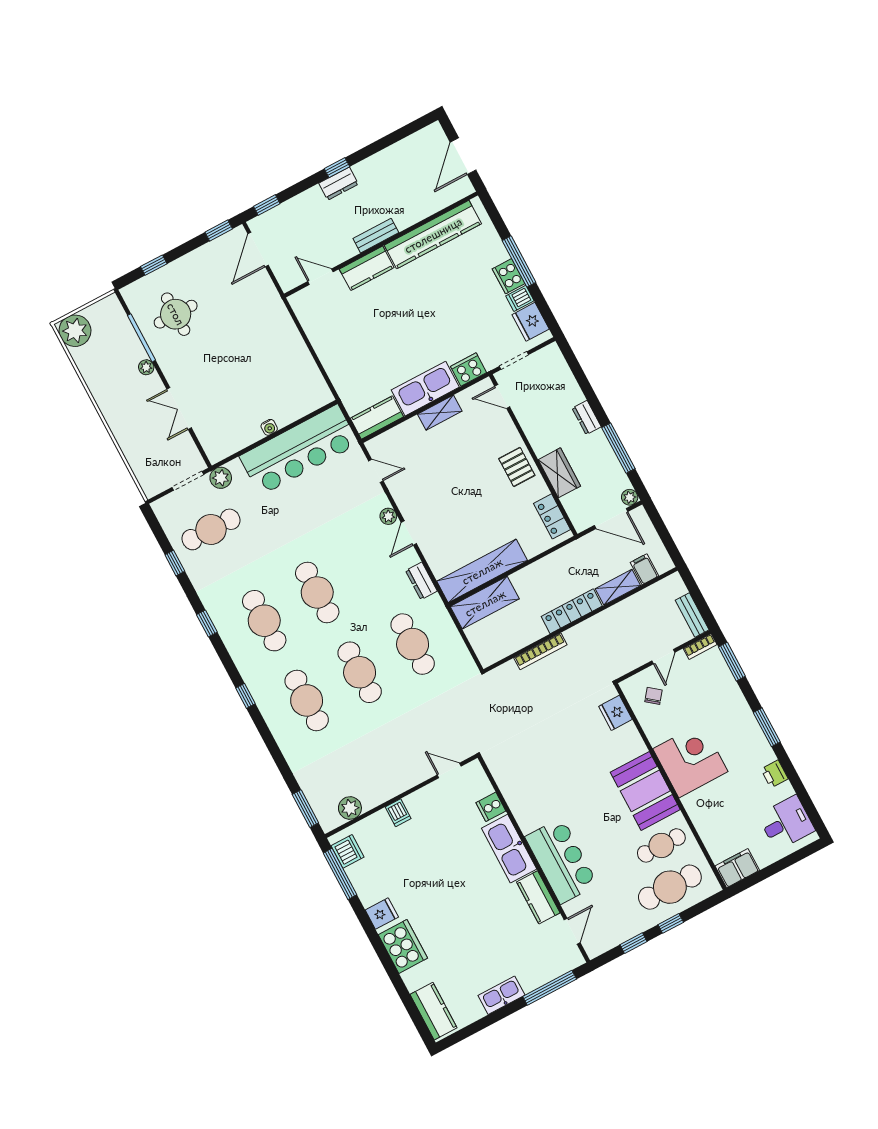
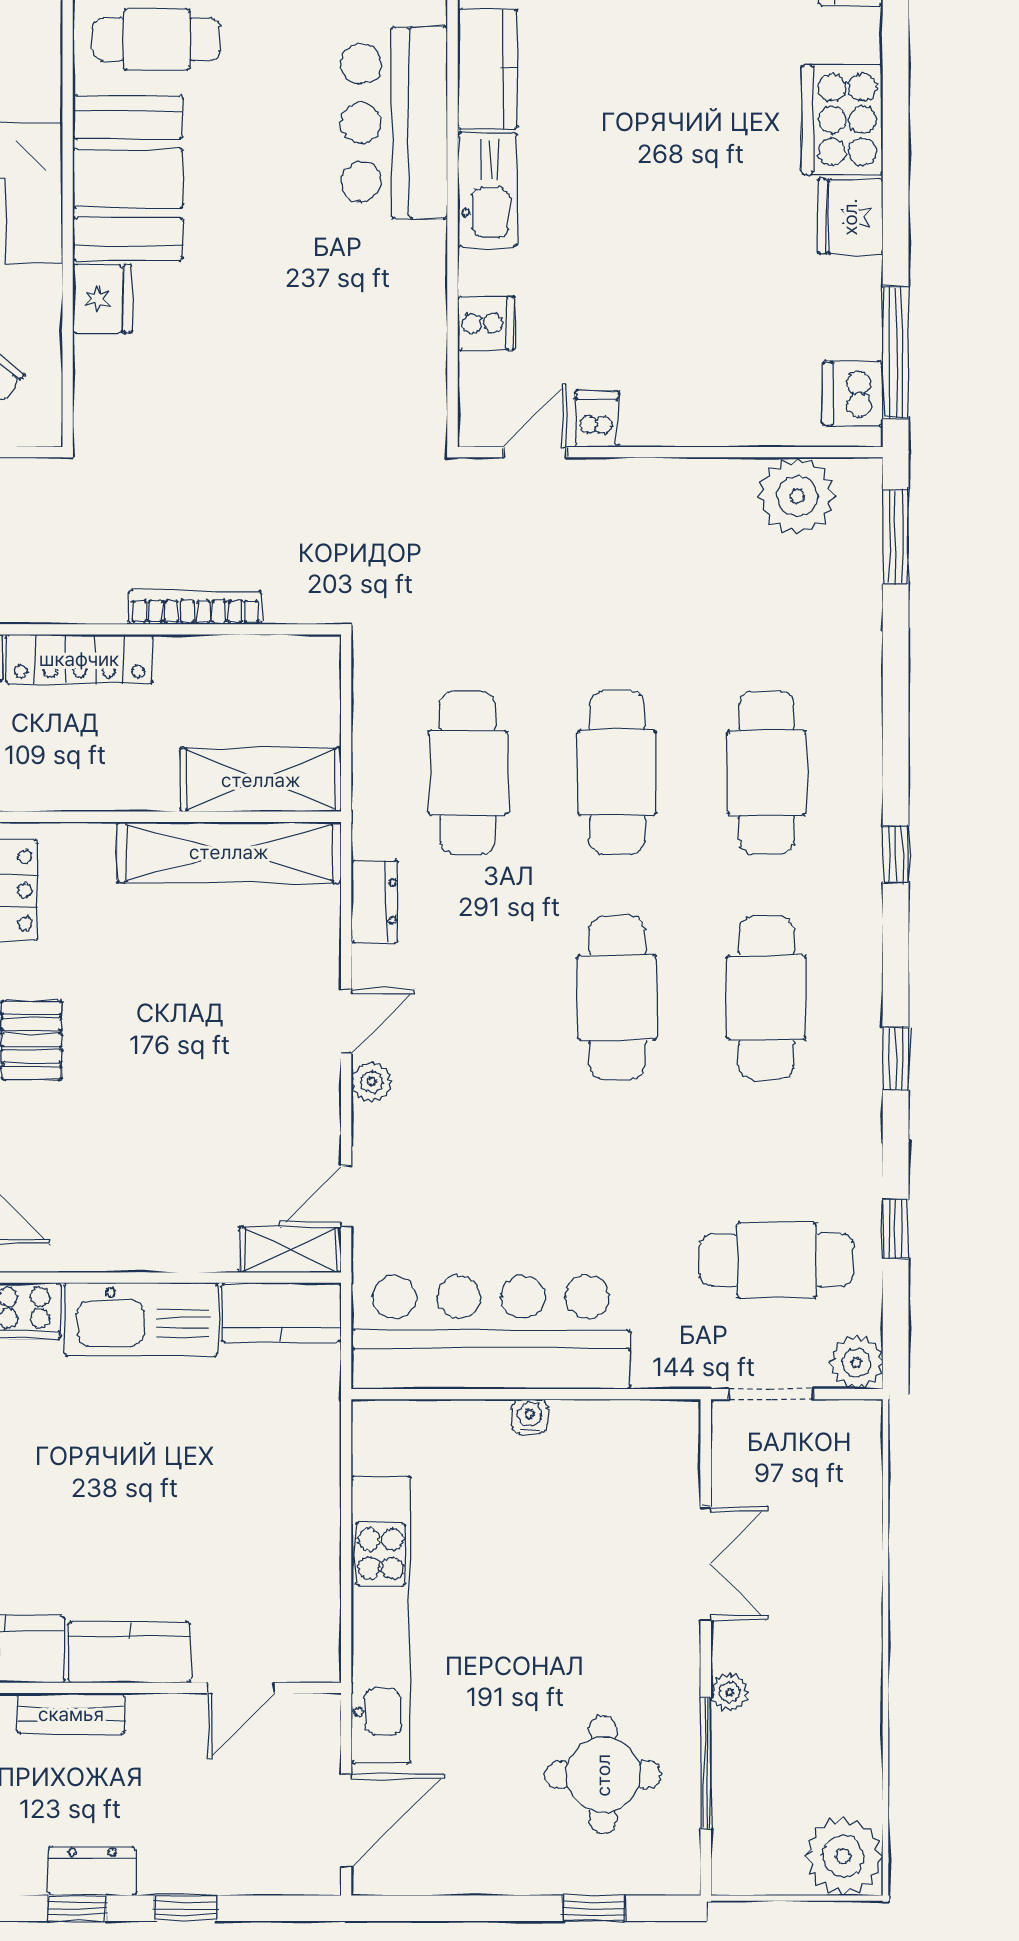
window: (267, 205) -> (185, 1908), moved
window: (219, 231) -> (411, 1908), removed
door: (320, 277) -> (241, 1688), hinge flipped
kitchen unit: (284, 327) -> (381, 1620), added
shelving: (440, 413) -> (290, 1250), moved
door: (376, 471) -> (346, 1196), hinge flipped
plant: (221, 478) -> (856, 1362), moved
fridge: (615, 713) -> (102, 299), moved
door: (449, 770) -> (535, 452), swing flipped
plant: (350, 808) -> (797, 496), width x1.36, depth x1.36
dishwasher: (398, 813) -> (597, 419), moved
kitchen sink: (509, 849) -> (487, 190), width x0.73, depth x0.81
fridge: (382, 914) -> (850, 217), width x1.38

